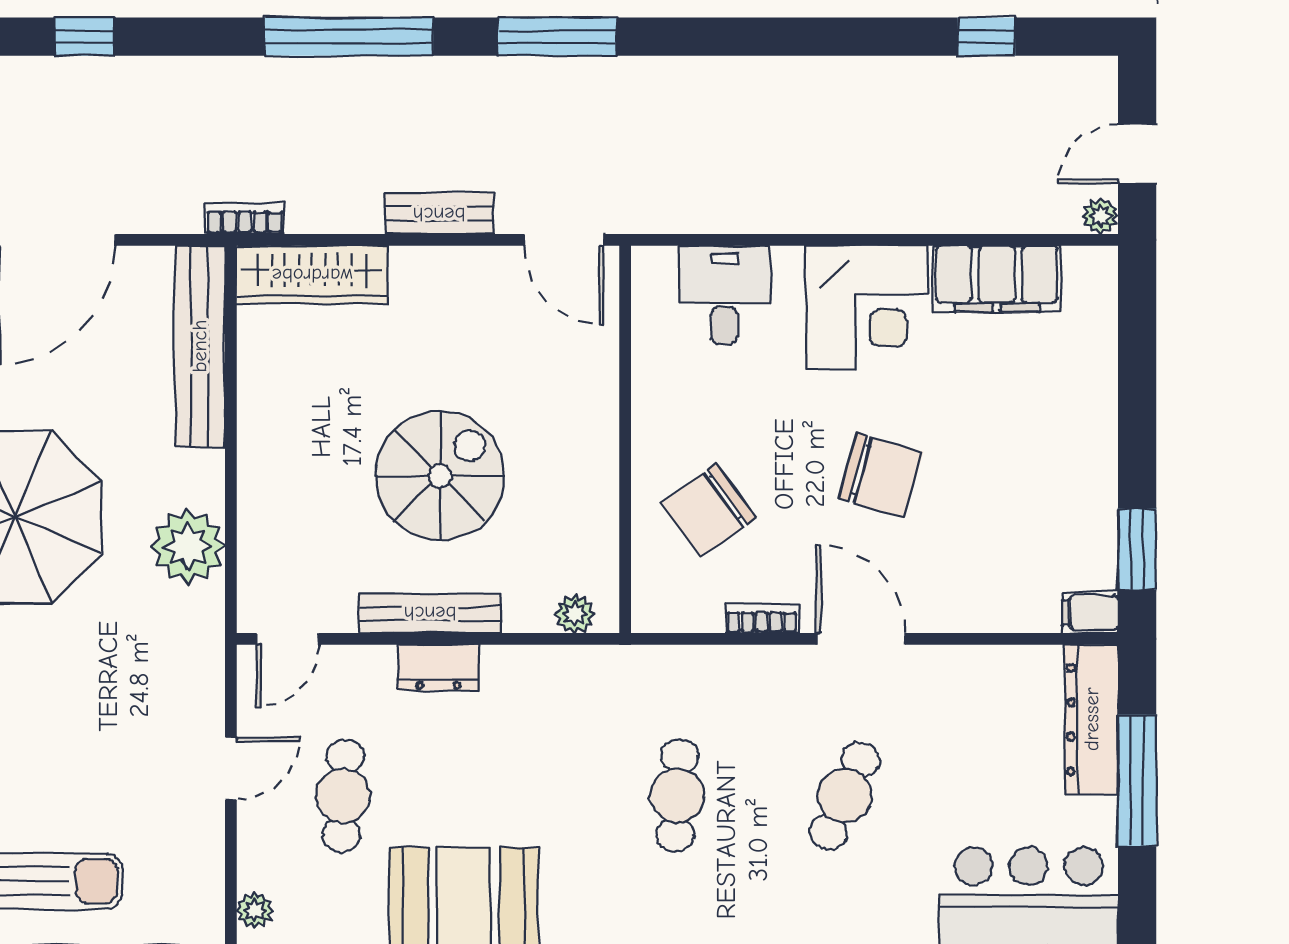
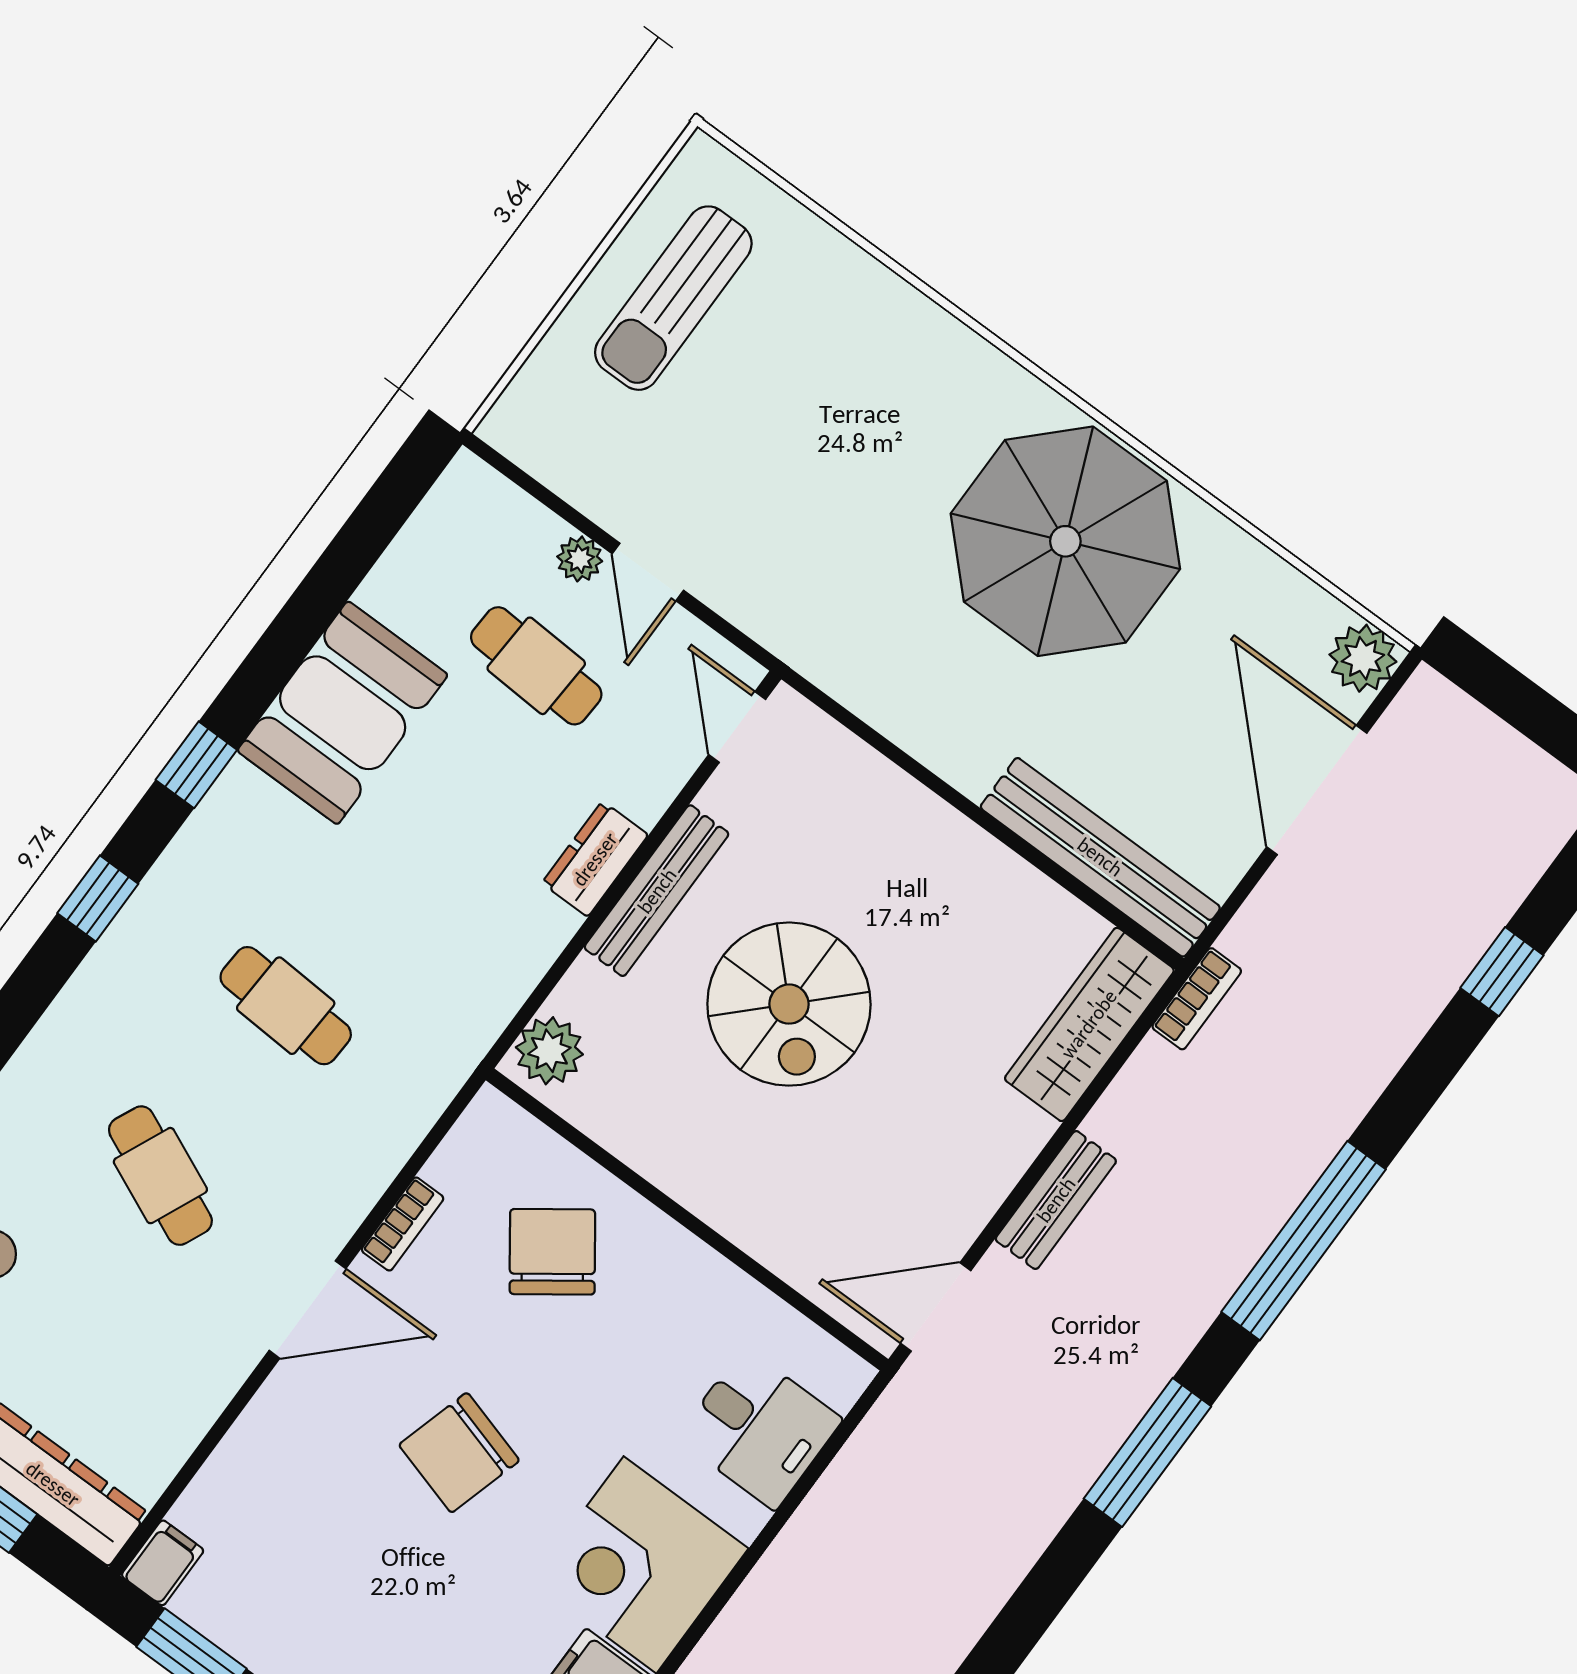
plant: (188, 546) -> (906, 695), removed
plant: (575, 614) -> (549, 1051), width x1.38, depth x1.38
plant: (255, 911) -> (580, 559), moved

